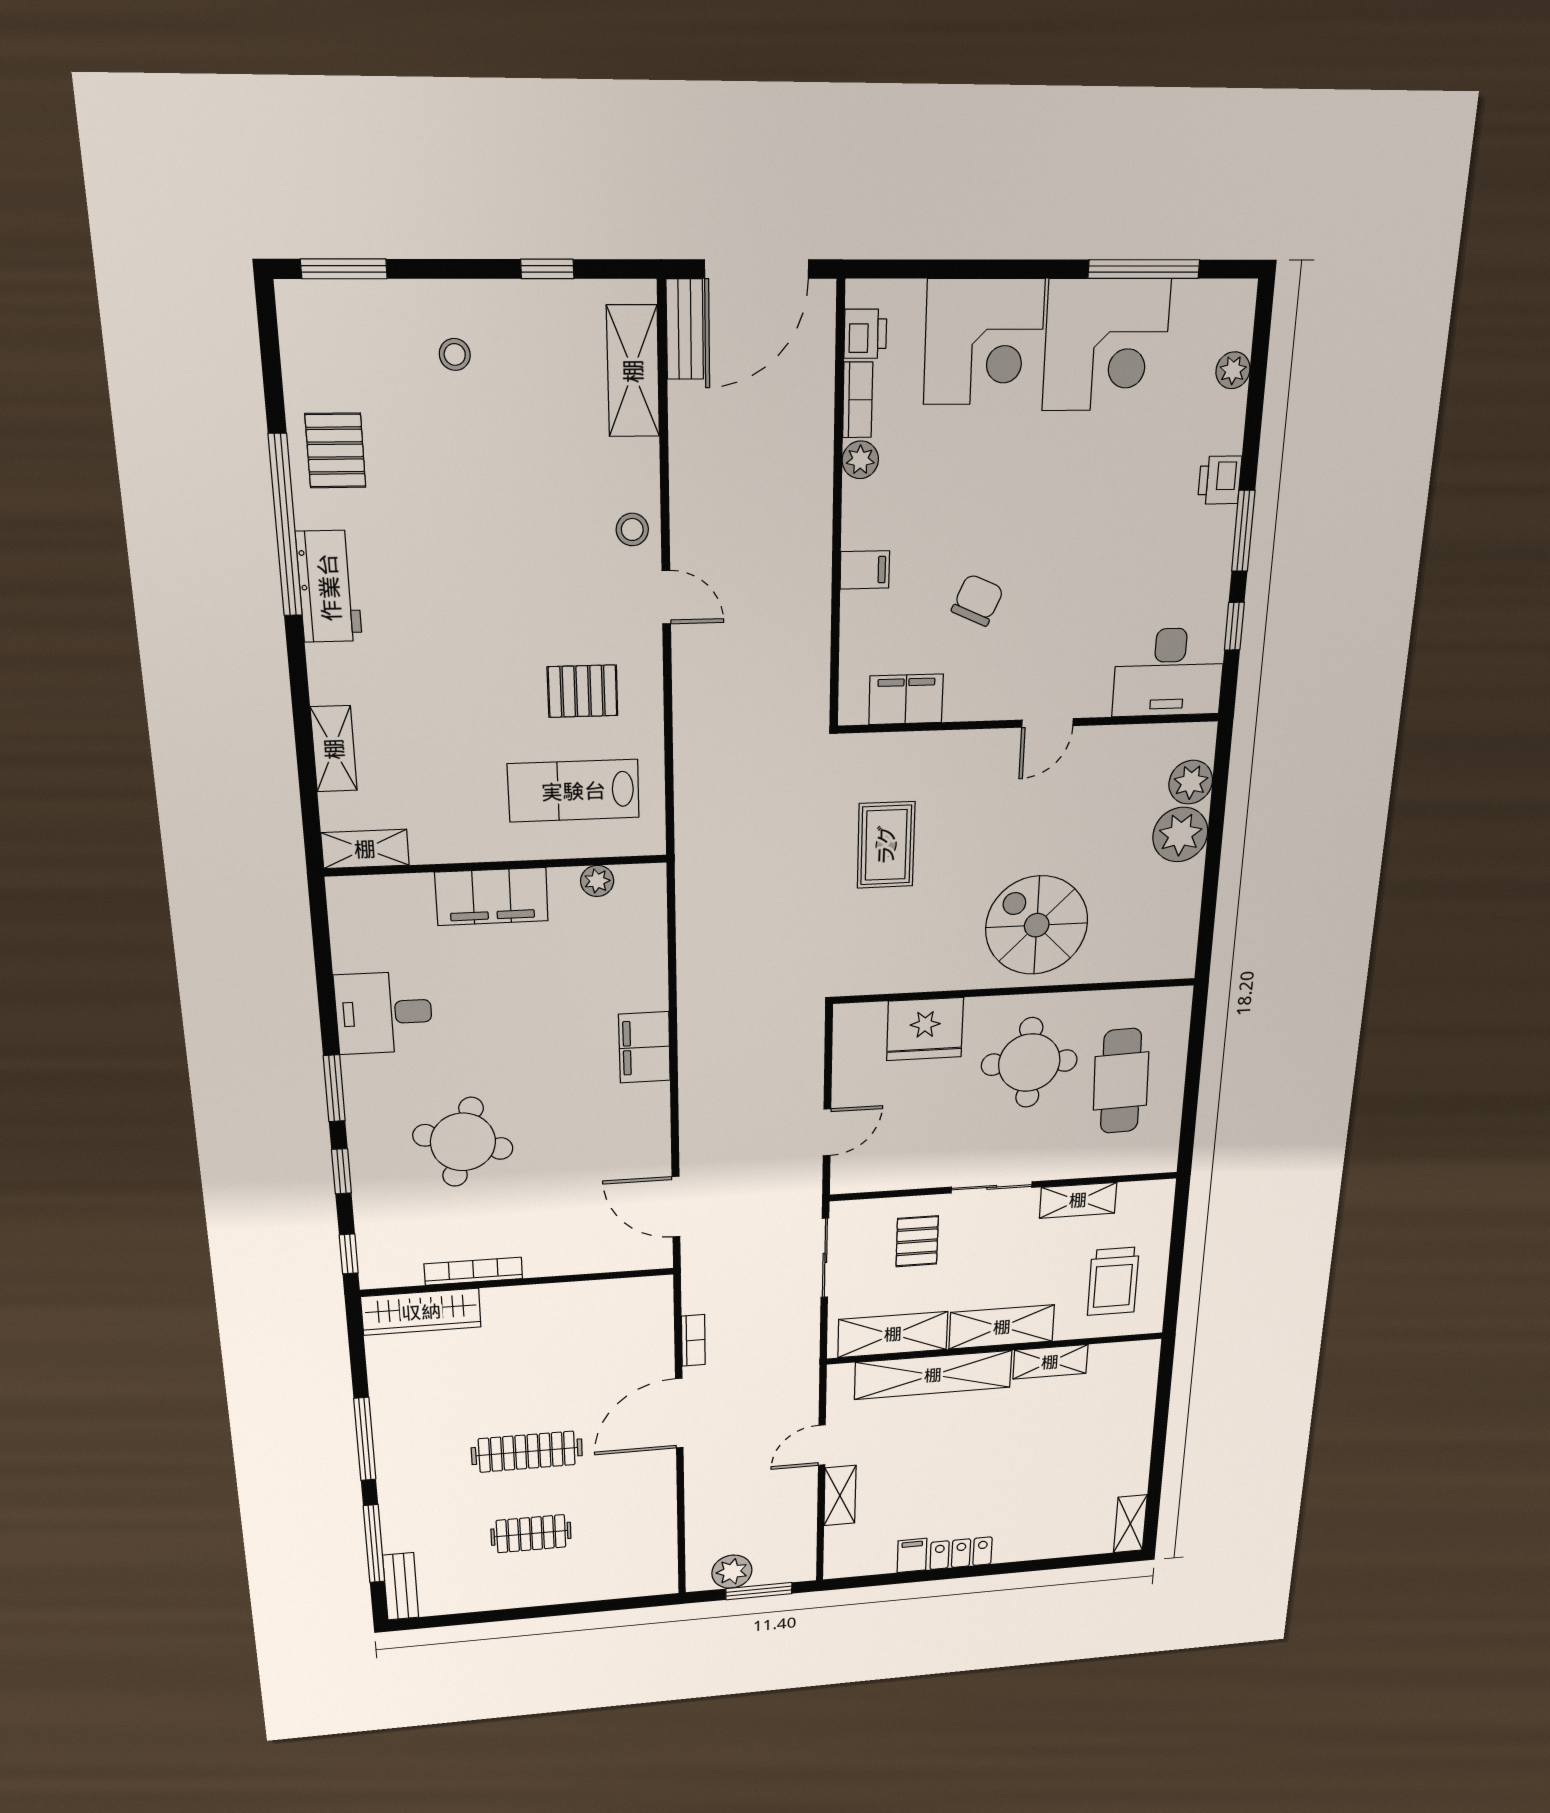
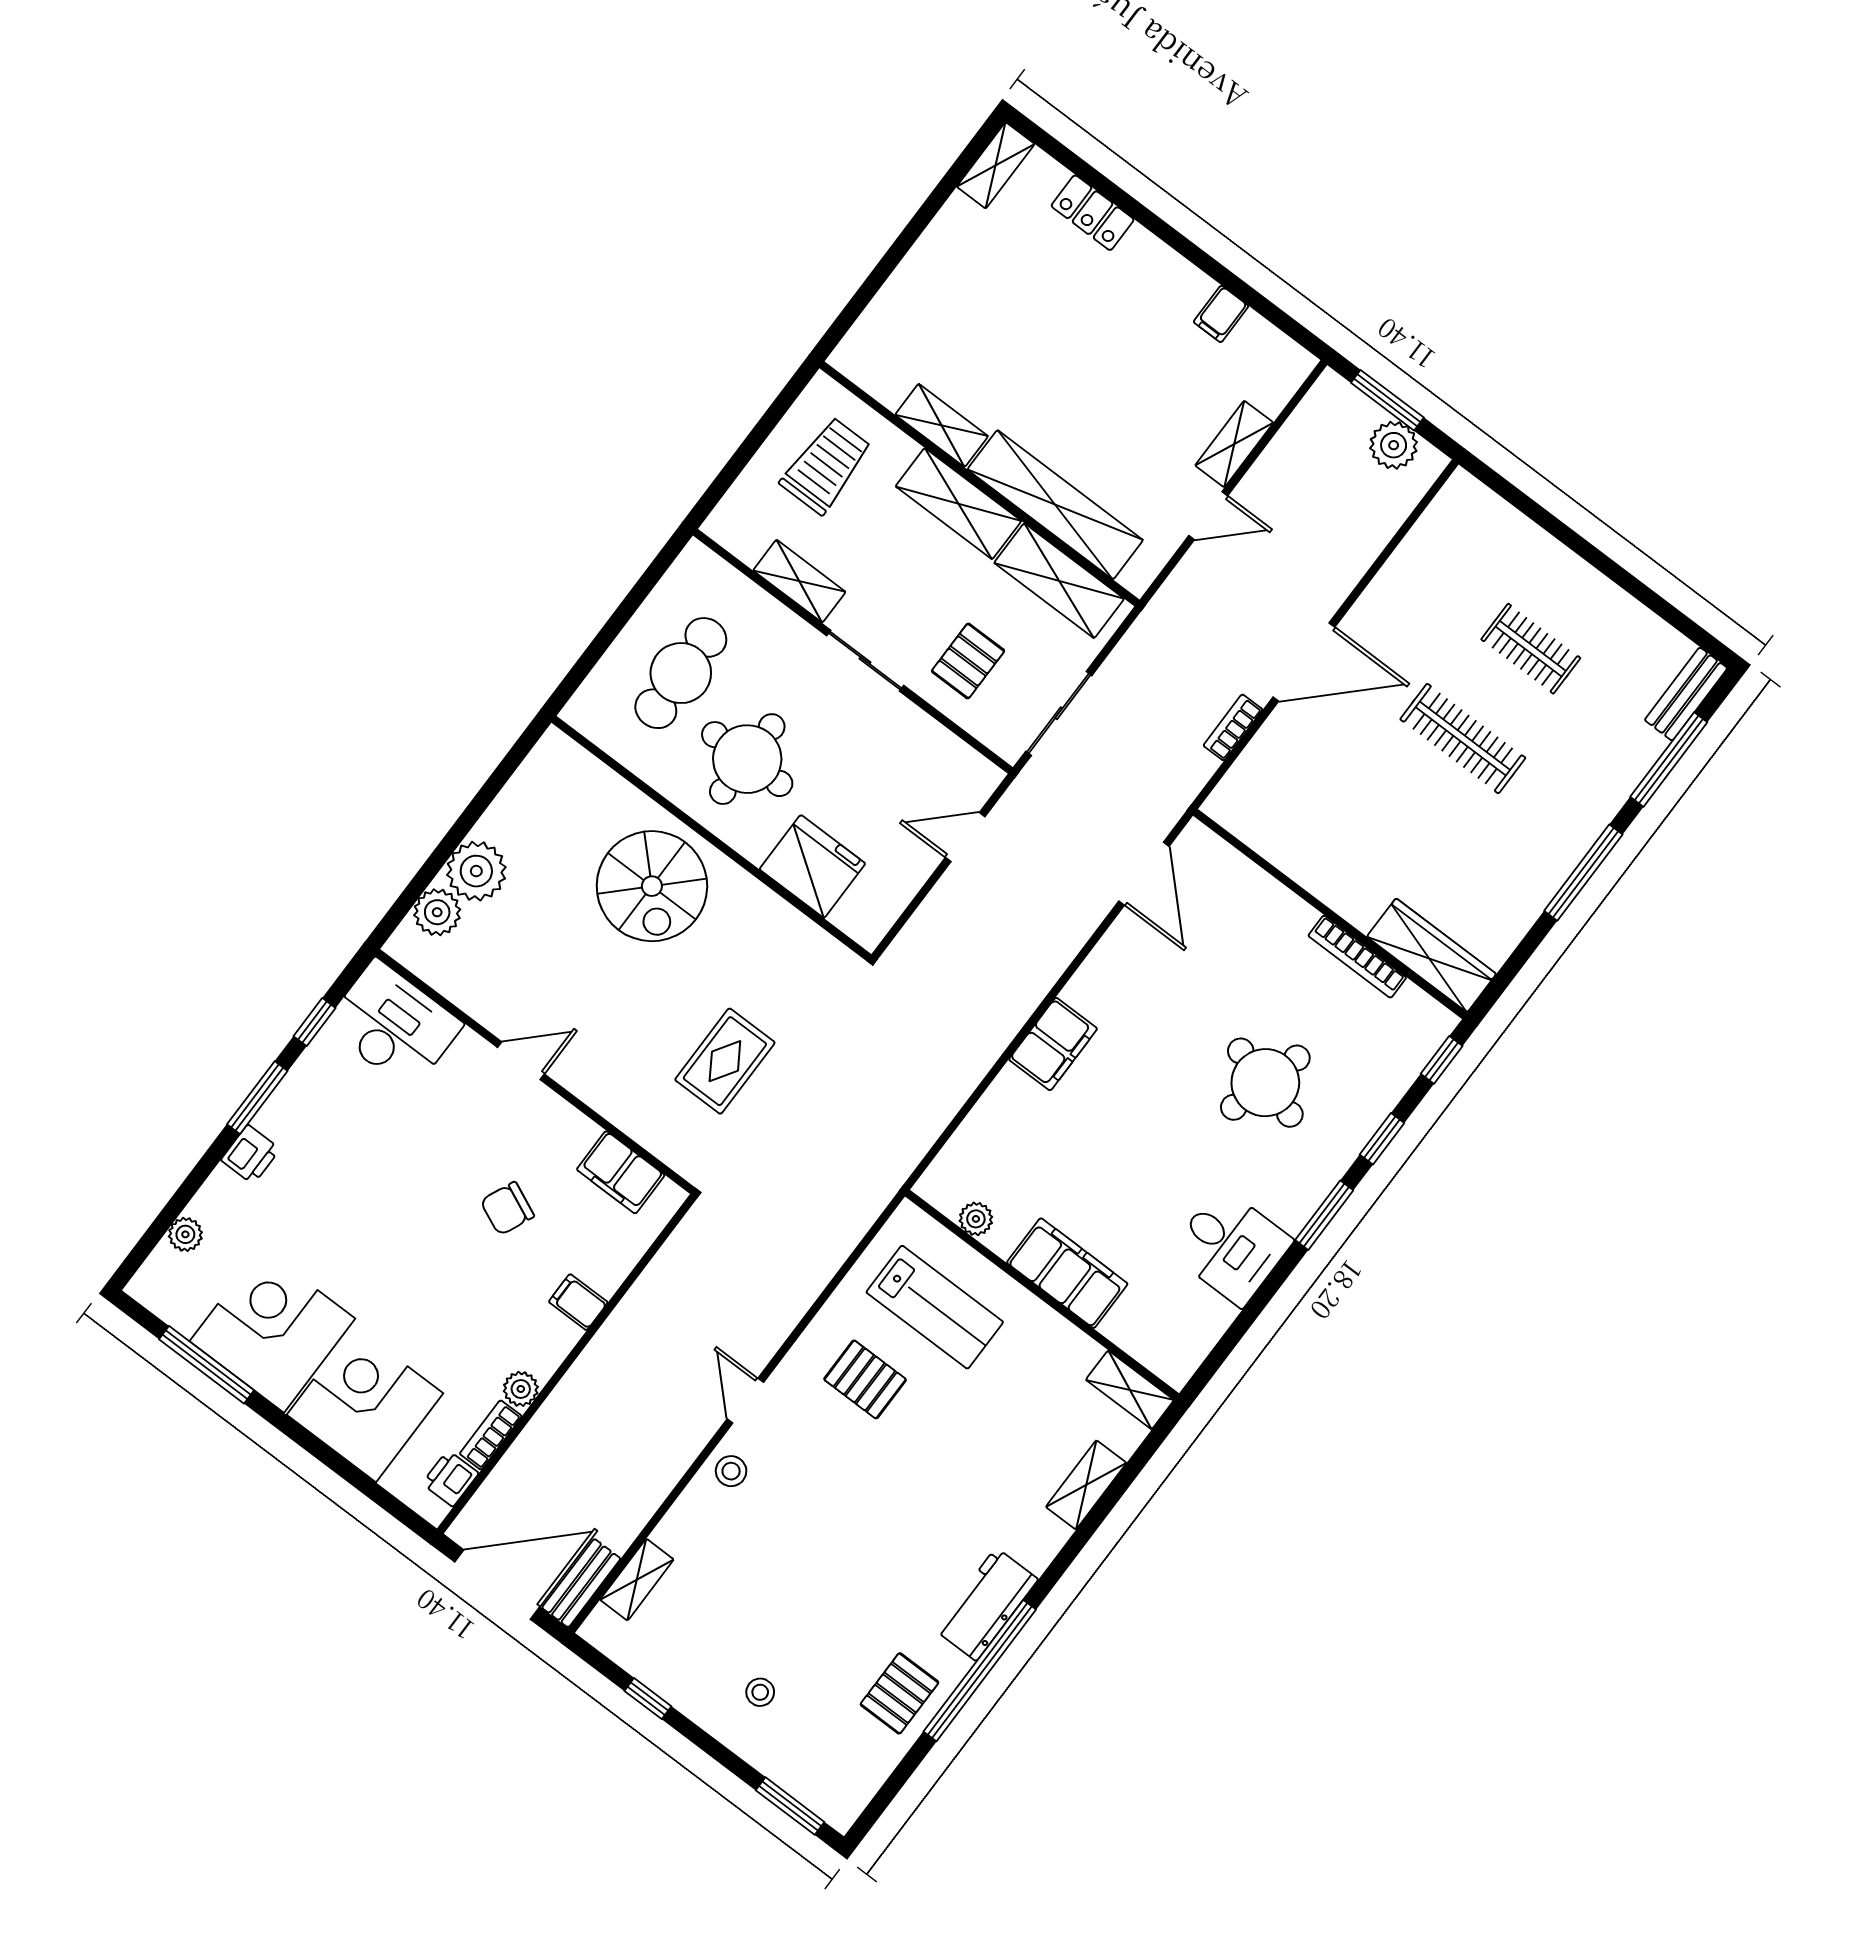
shelving: (633, 371) -> (637, 1580), width x0.67, depth x0.75
locker: (961, 1553) -> (1093, 213), moved

